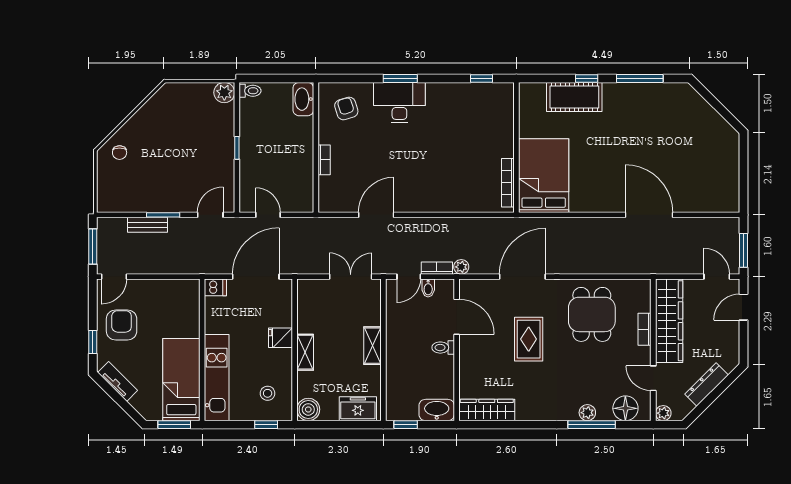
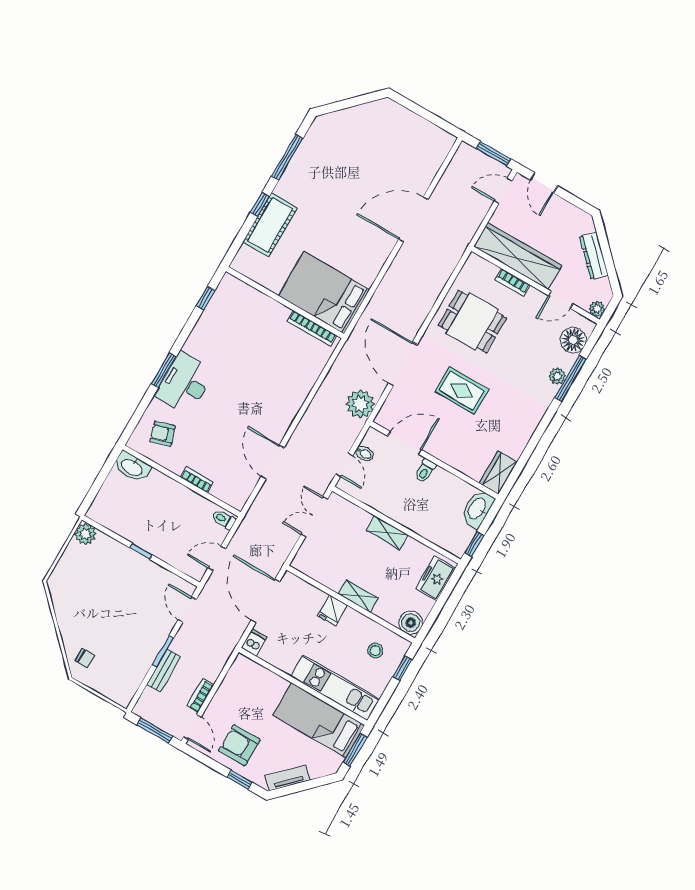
toilet: (250, 91) -> (224, 519), moved, turned -90
plant: (461, 267) -> (360, 404), width x1.88, depth x1.88
bookcase: (437, 268) -> (200, 696), moved
wardrobe: (487, 410) -> (498, 472), width x0.67

